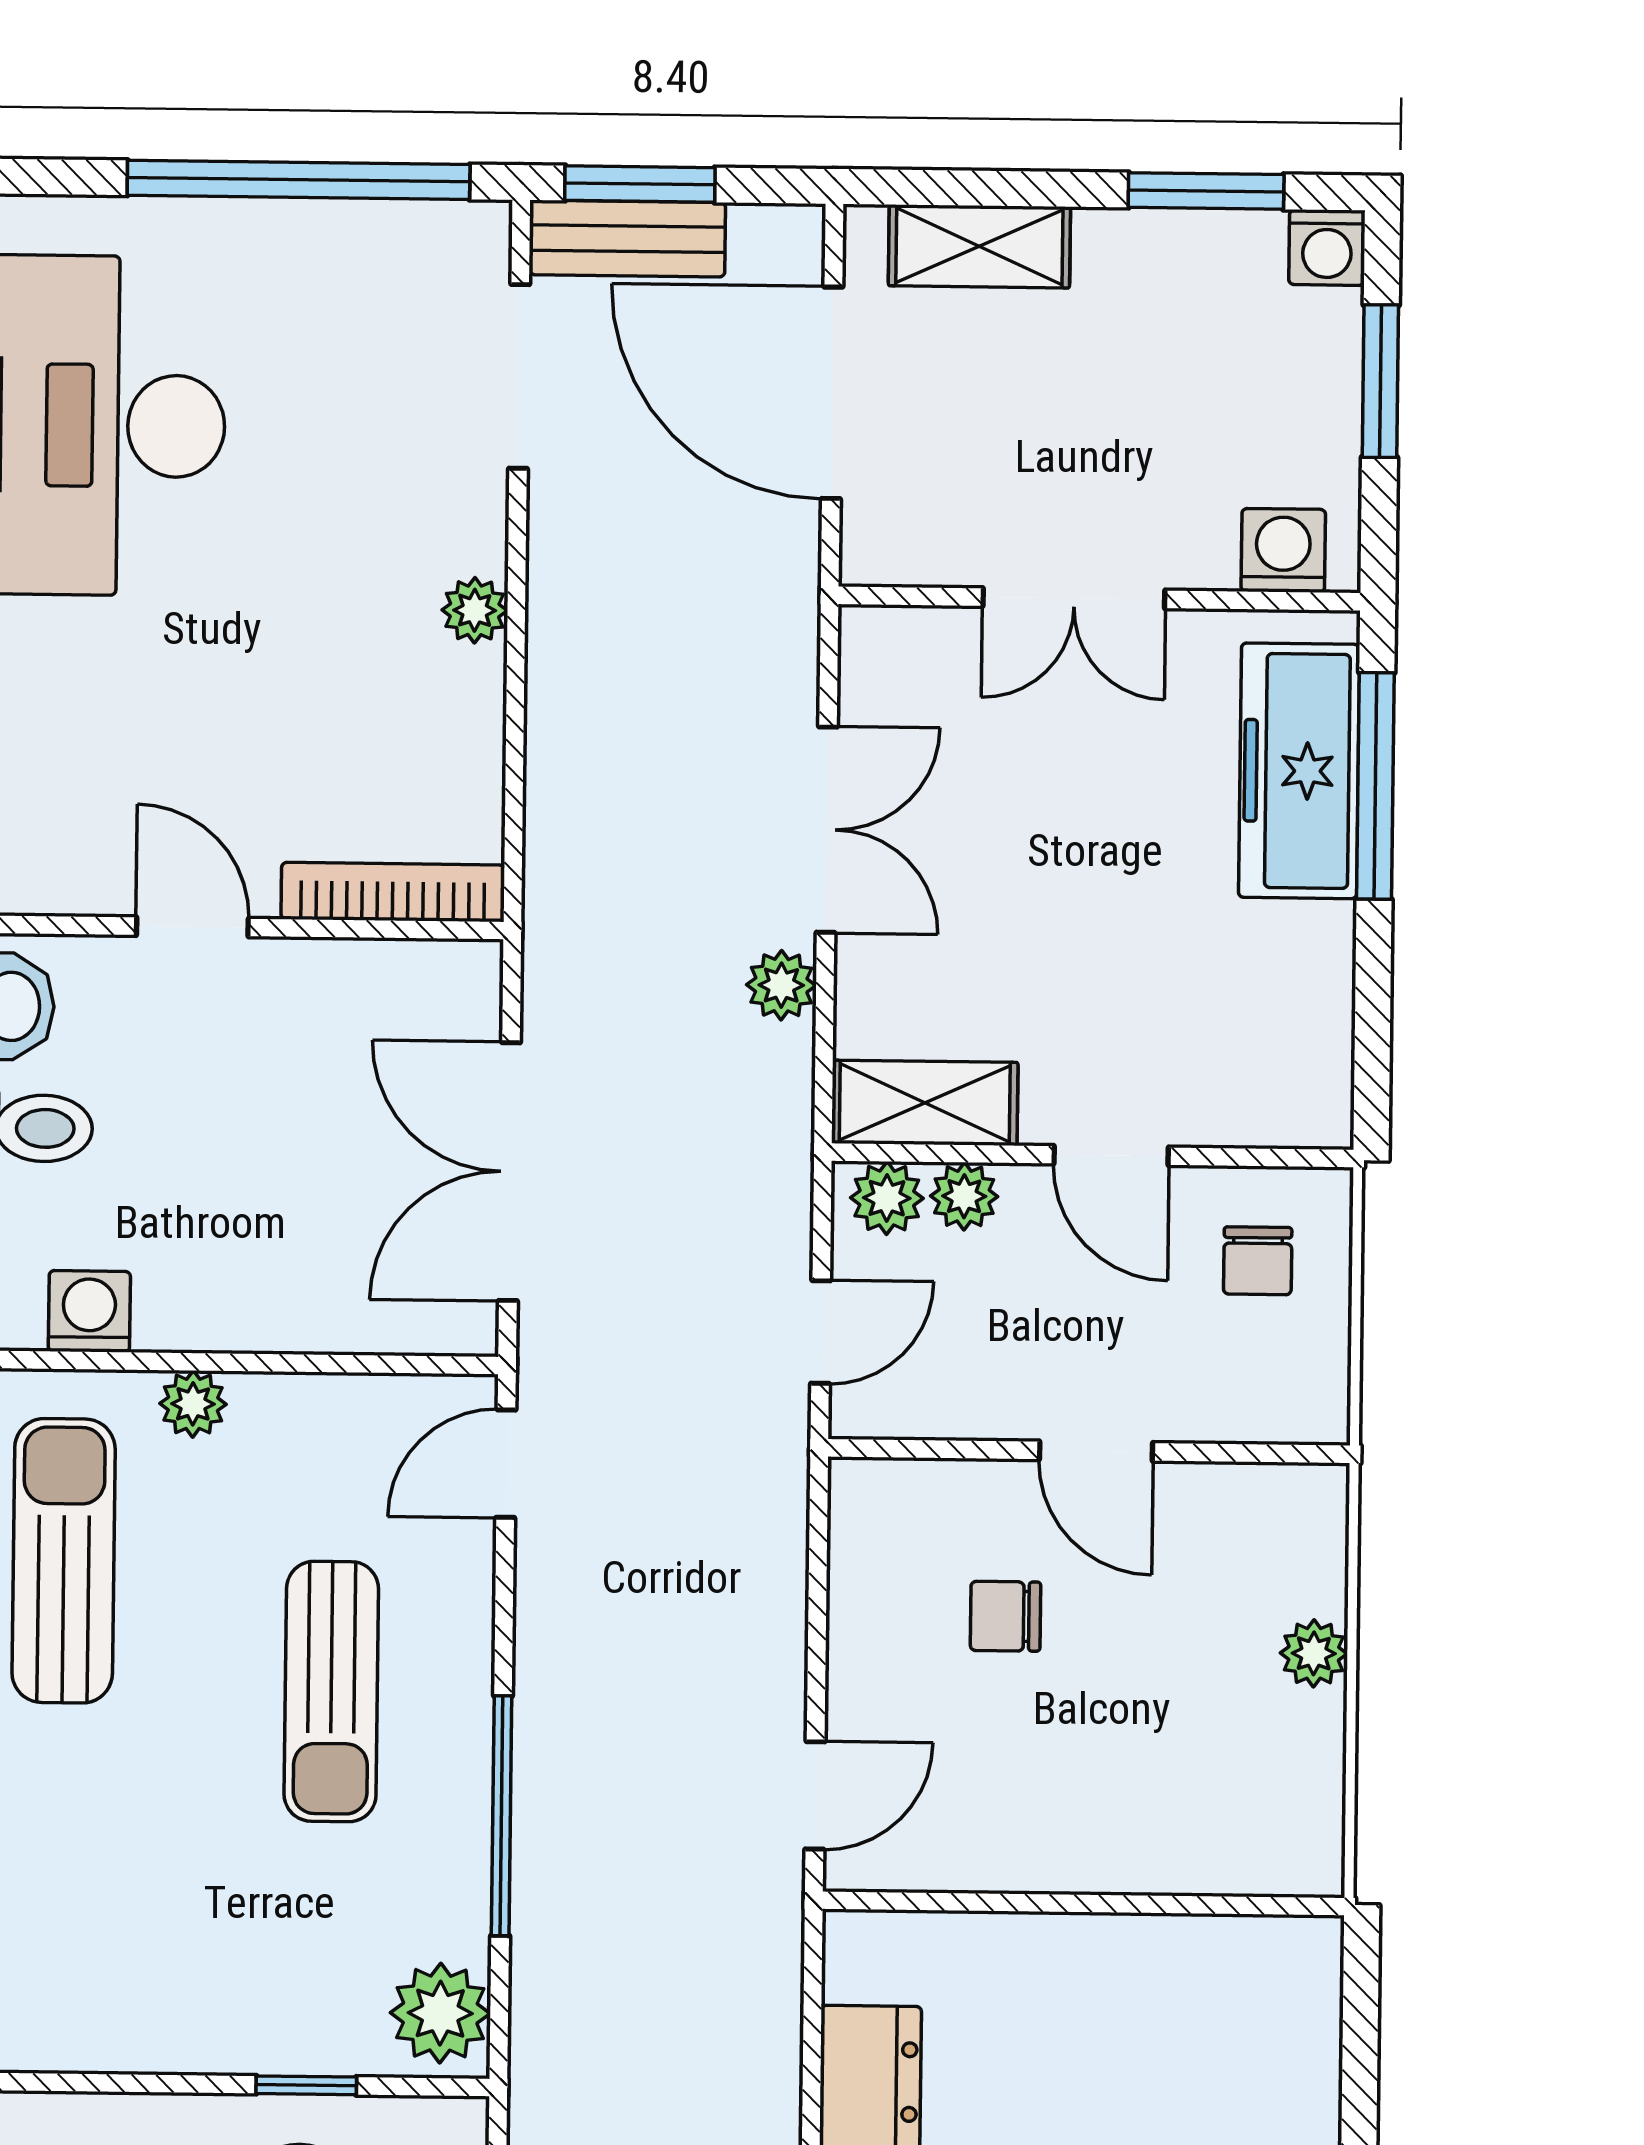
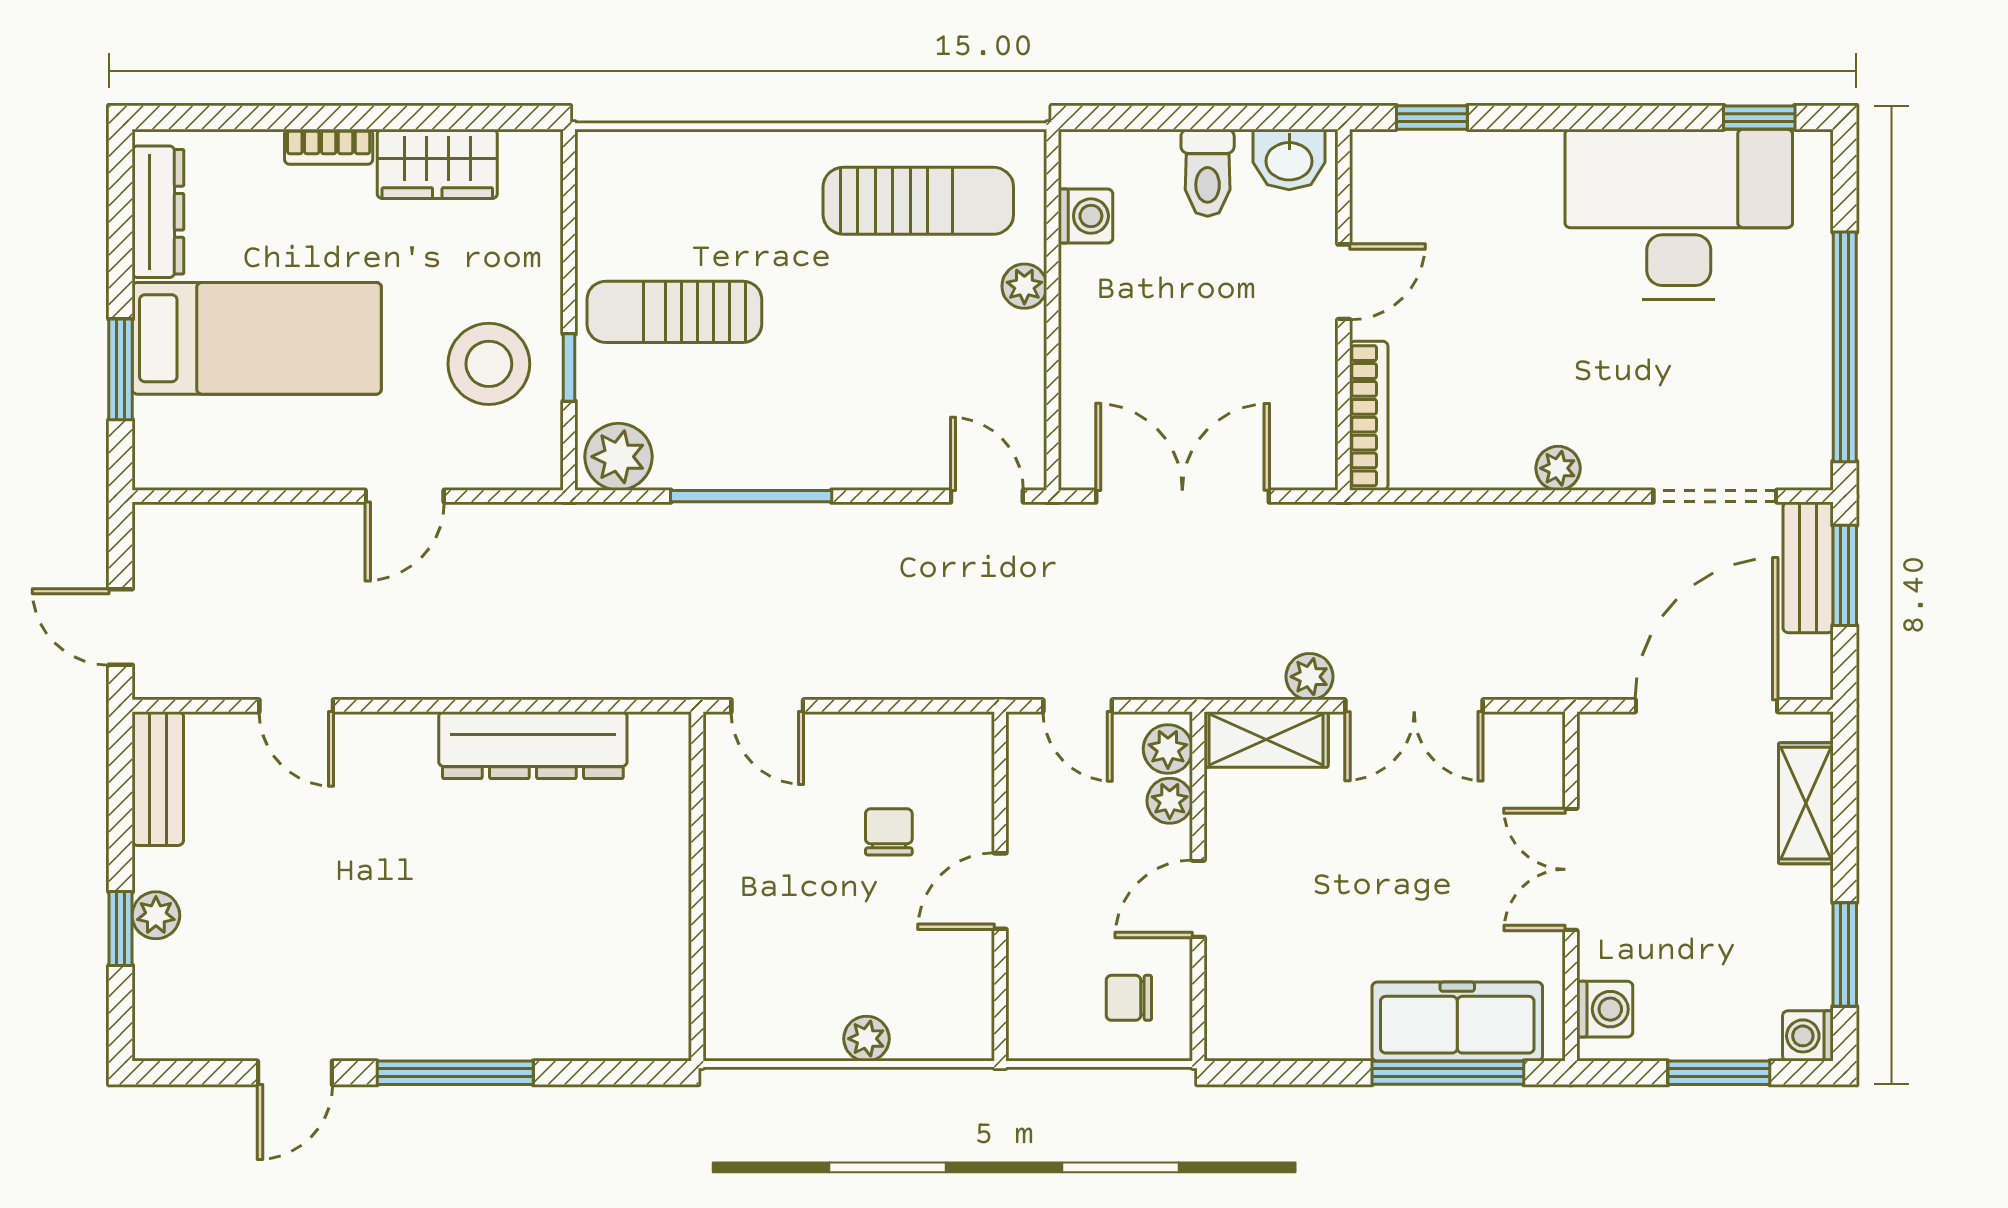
shelving: (925, 1103) -> (1266, 740), moved, turned 90
sun lounger: (331, 1691) -> (674, 312), moved

